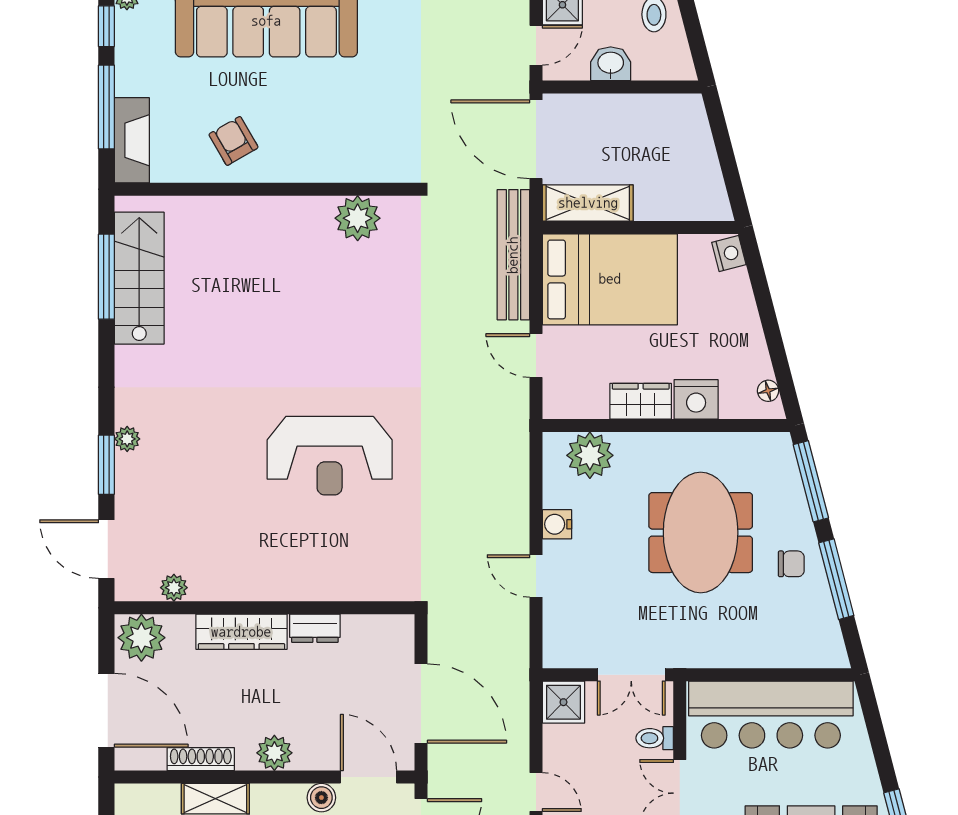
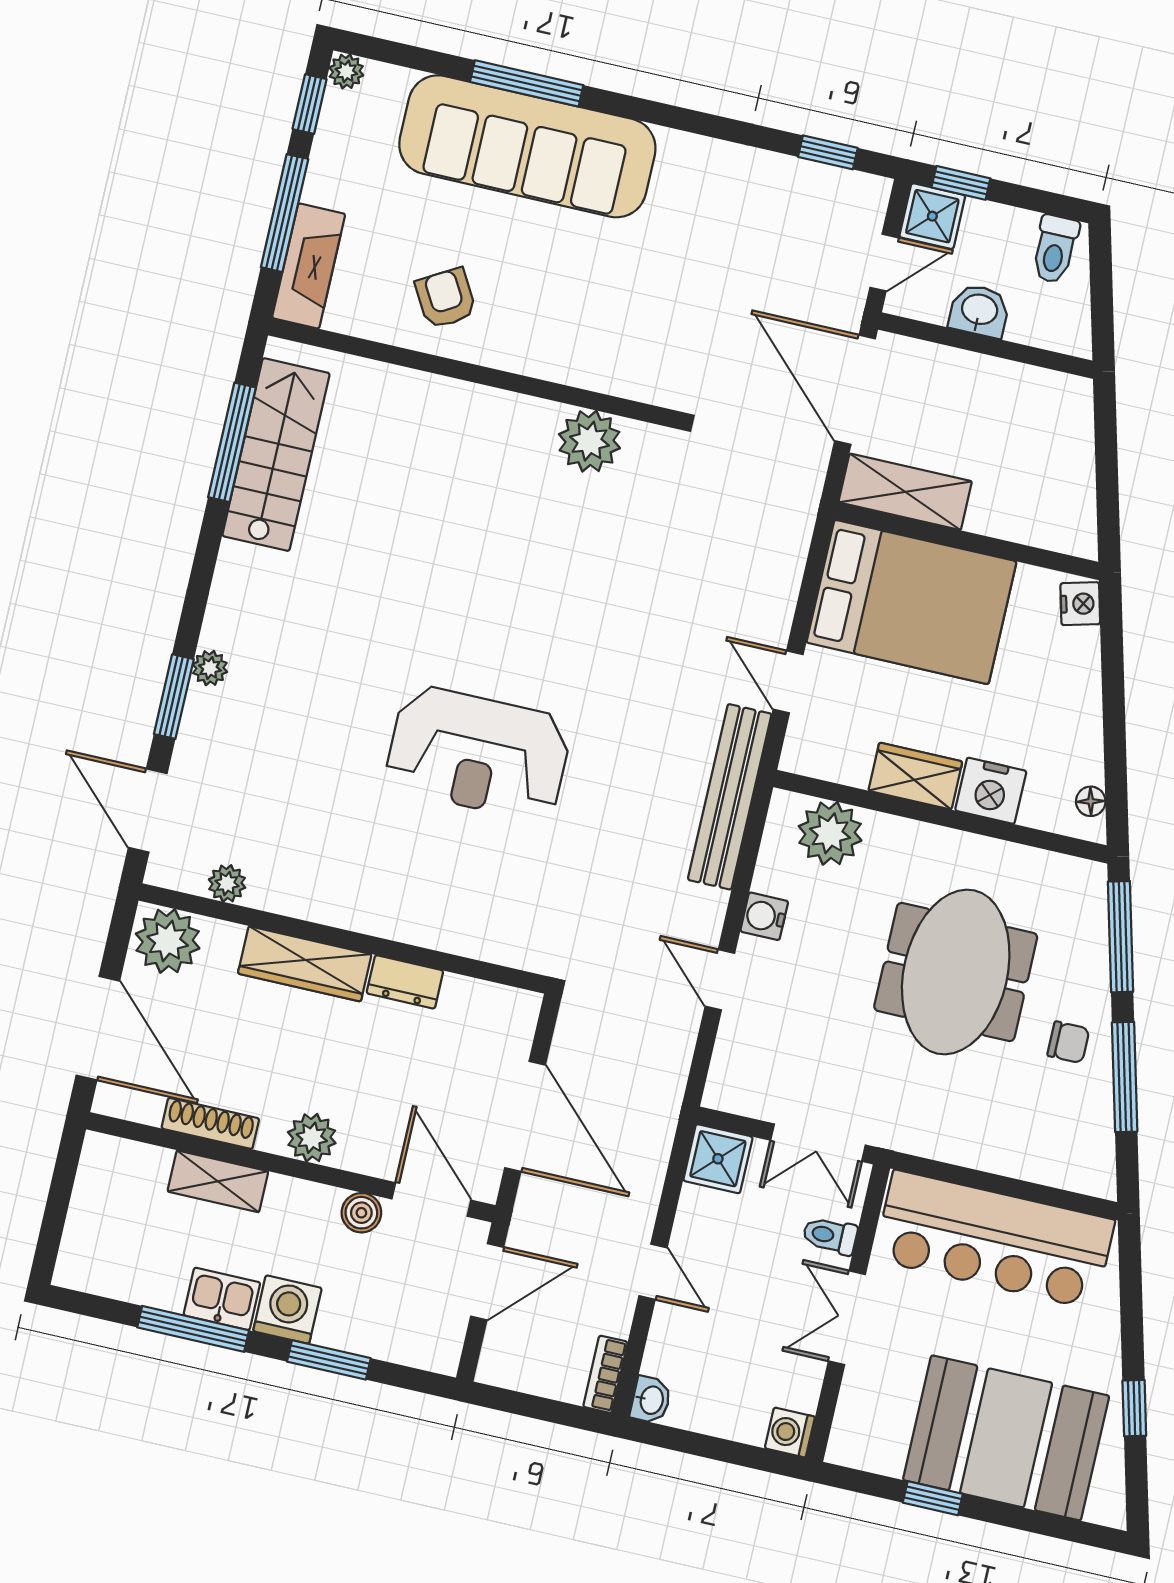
bench: (513, 255) -> (730, 797), moved

